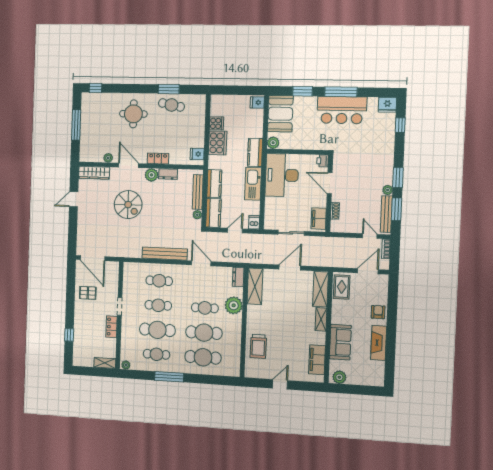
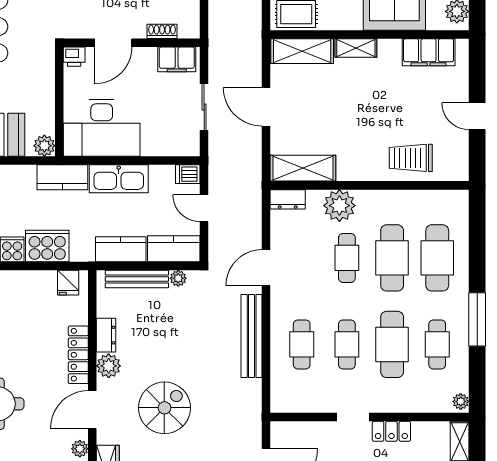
locker: (158, 159) -> (78, 355), width x1.53
trolley: (258, 346) -> (411, 158), turned 180

